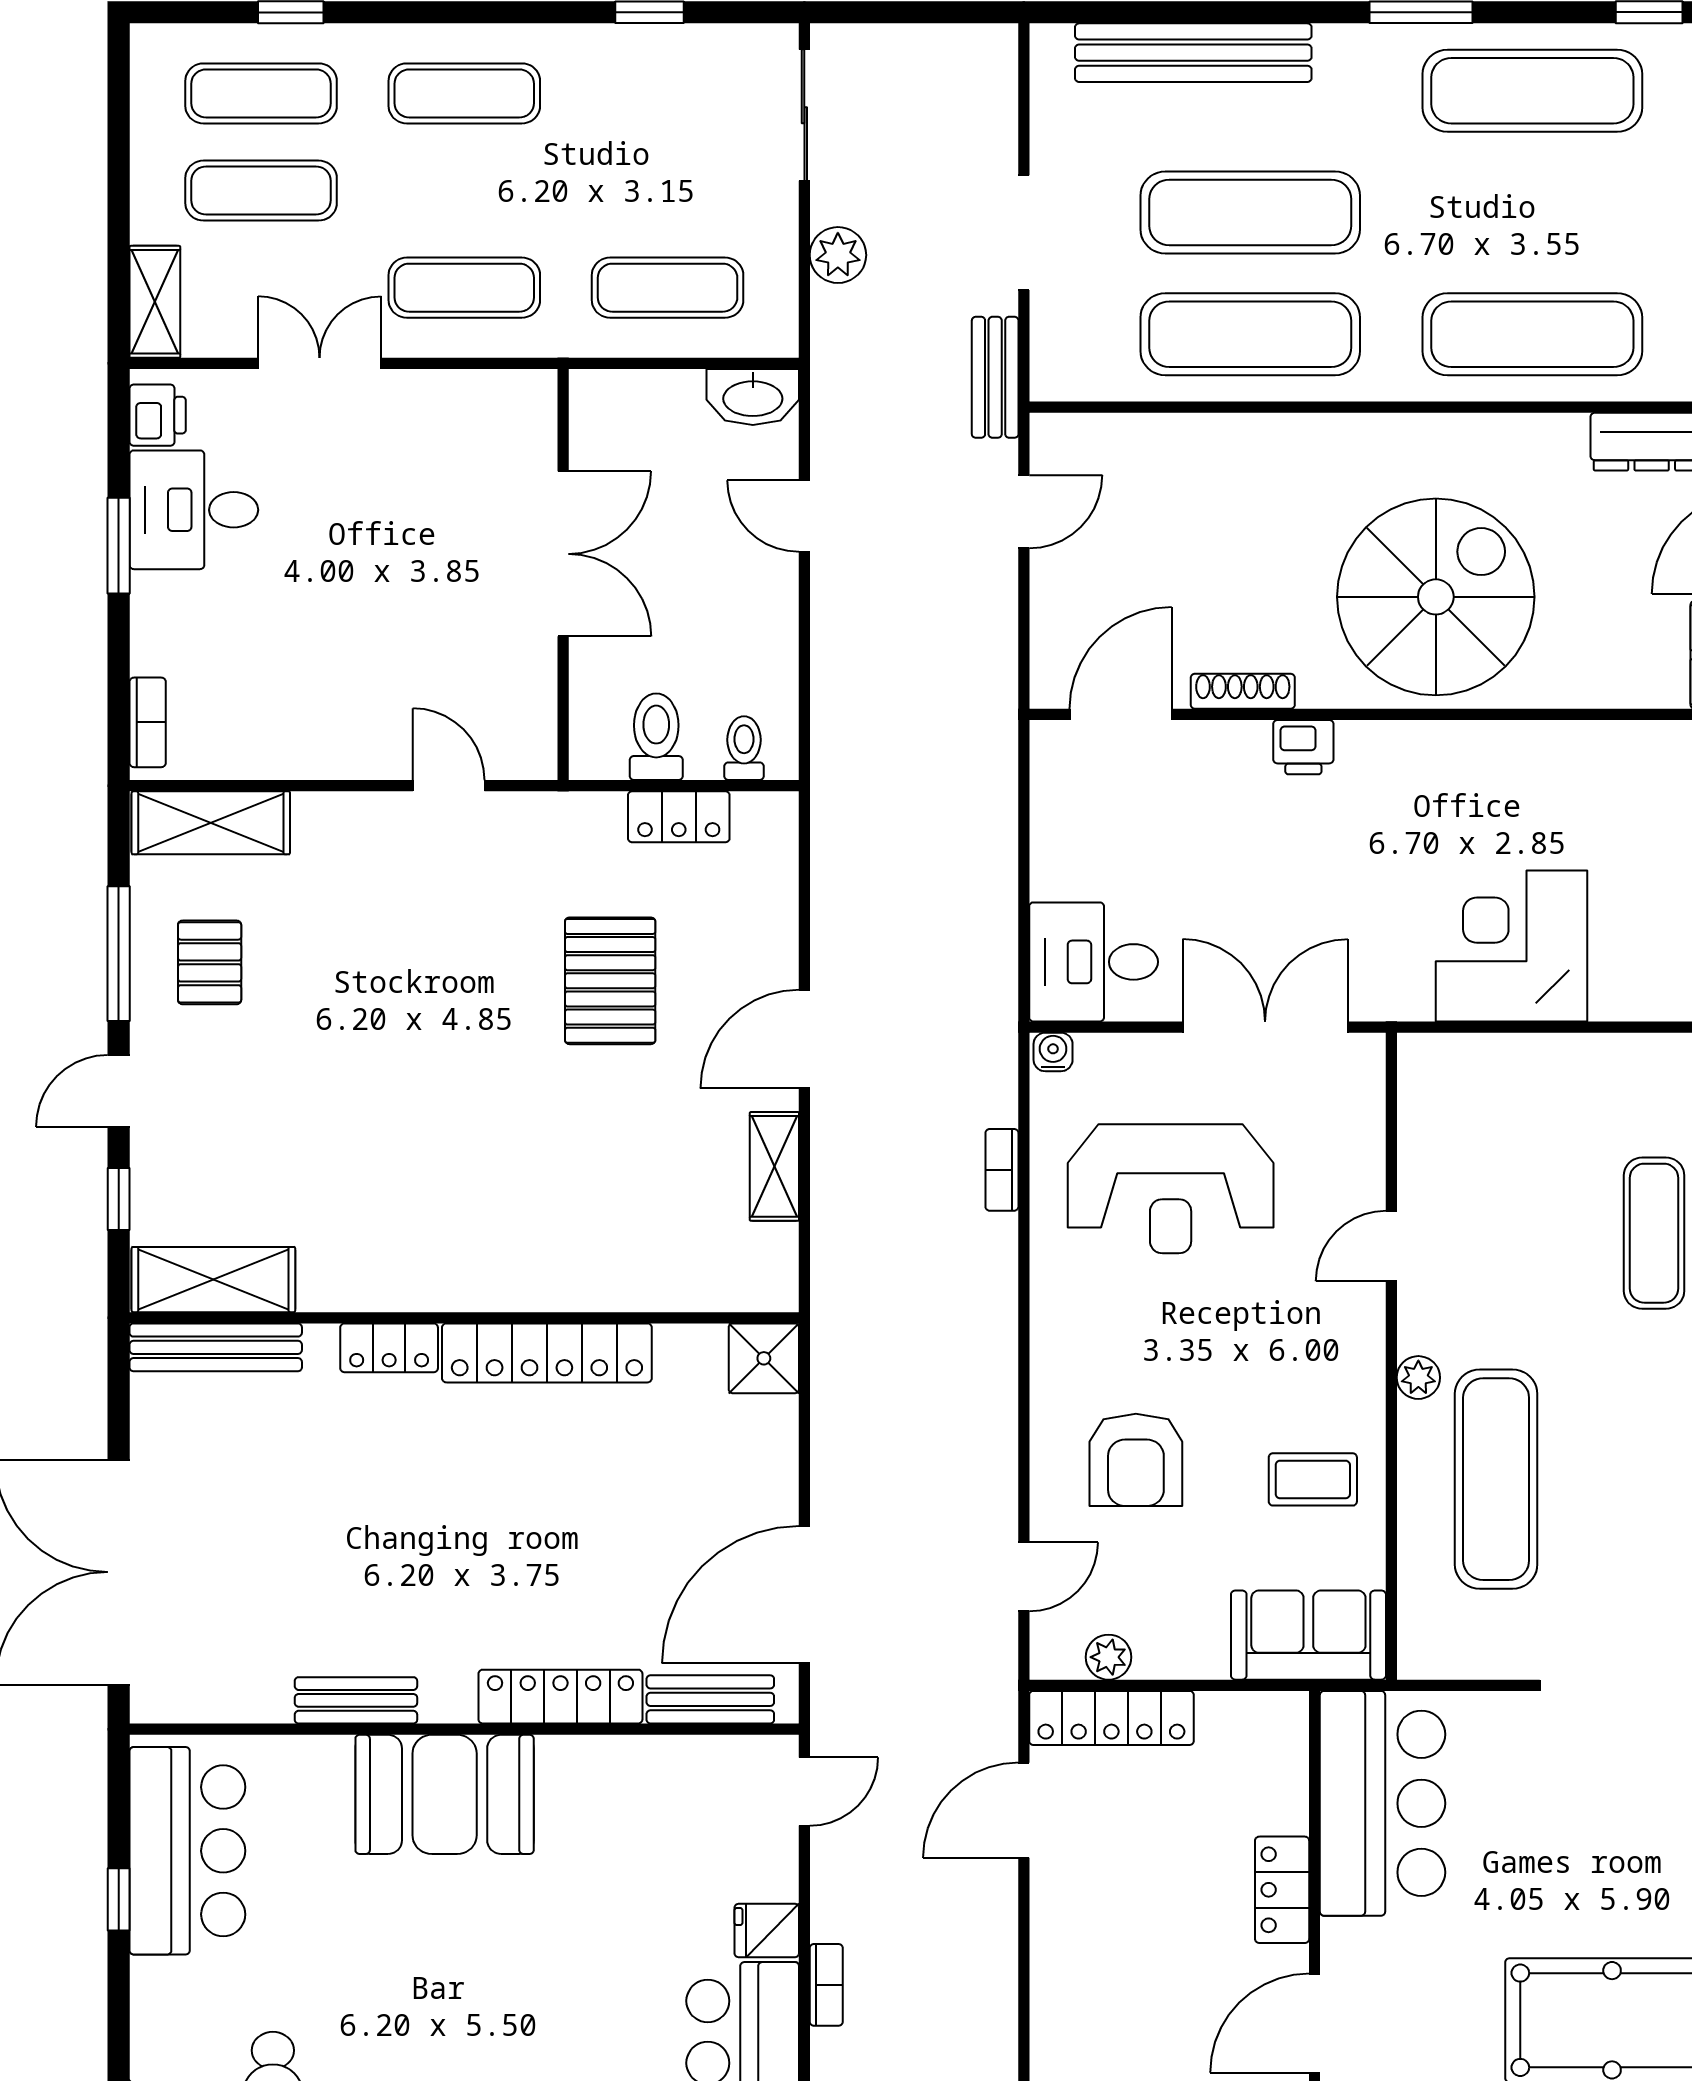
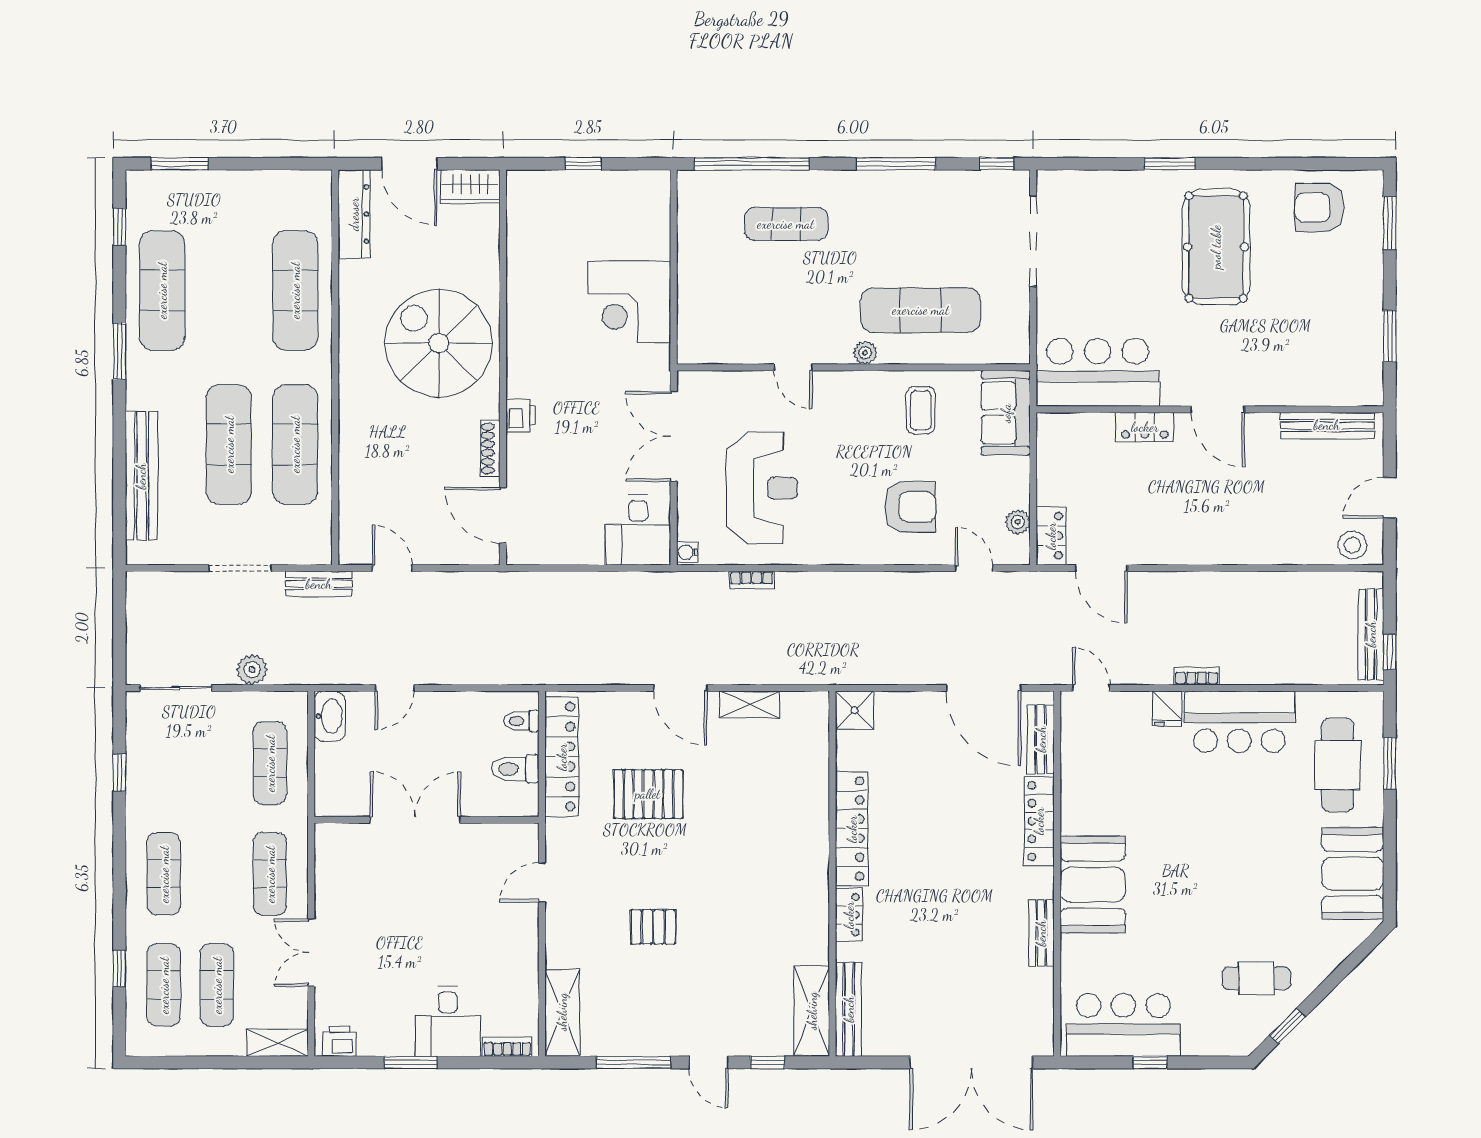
desk: (194, 510) -> (448, 1021), moved
locker: (679, 817) -> (562, 757), width x2.16, depth x1.21
pallet: (210, 962) -> (653, 927), moved
locker: (1111, 1718) -> (1051, 536), width x0.66

